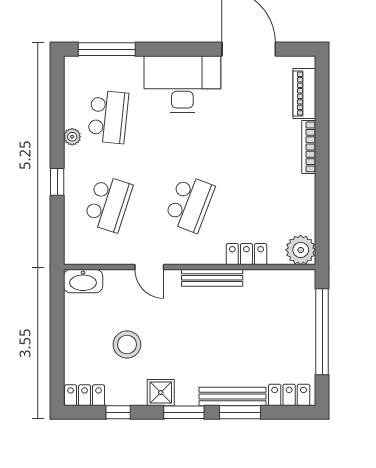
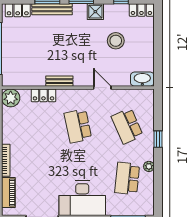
school desk: (108, 204) -> (127, 126), turned -42
school desk: (190, 204) -> (78, 126), turned -33
bench: (212, 278) -> (59, 81), width x0.73

